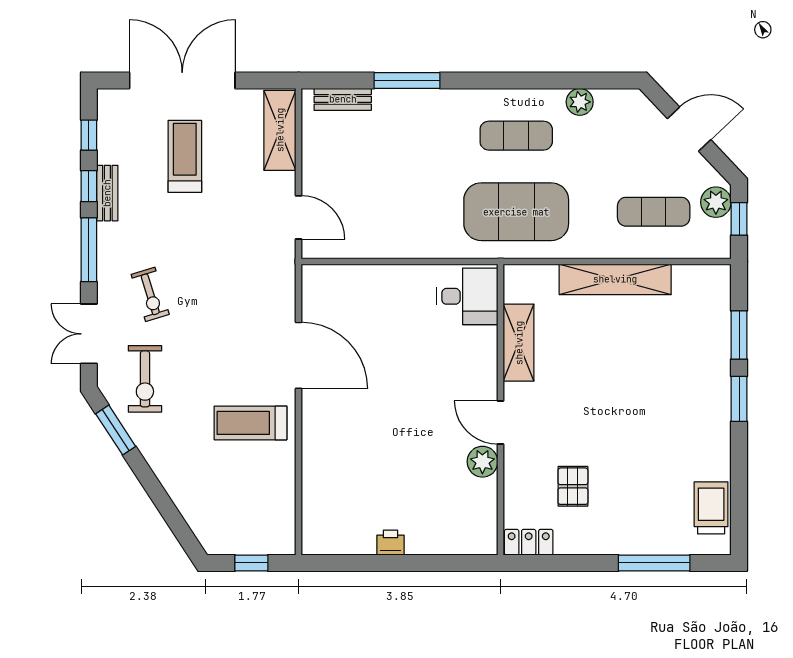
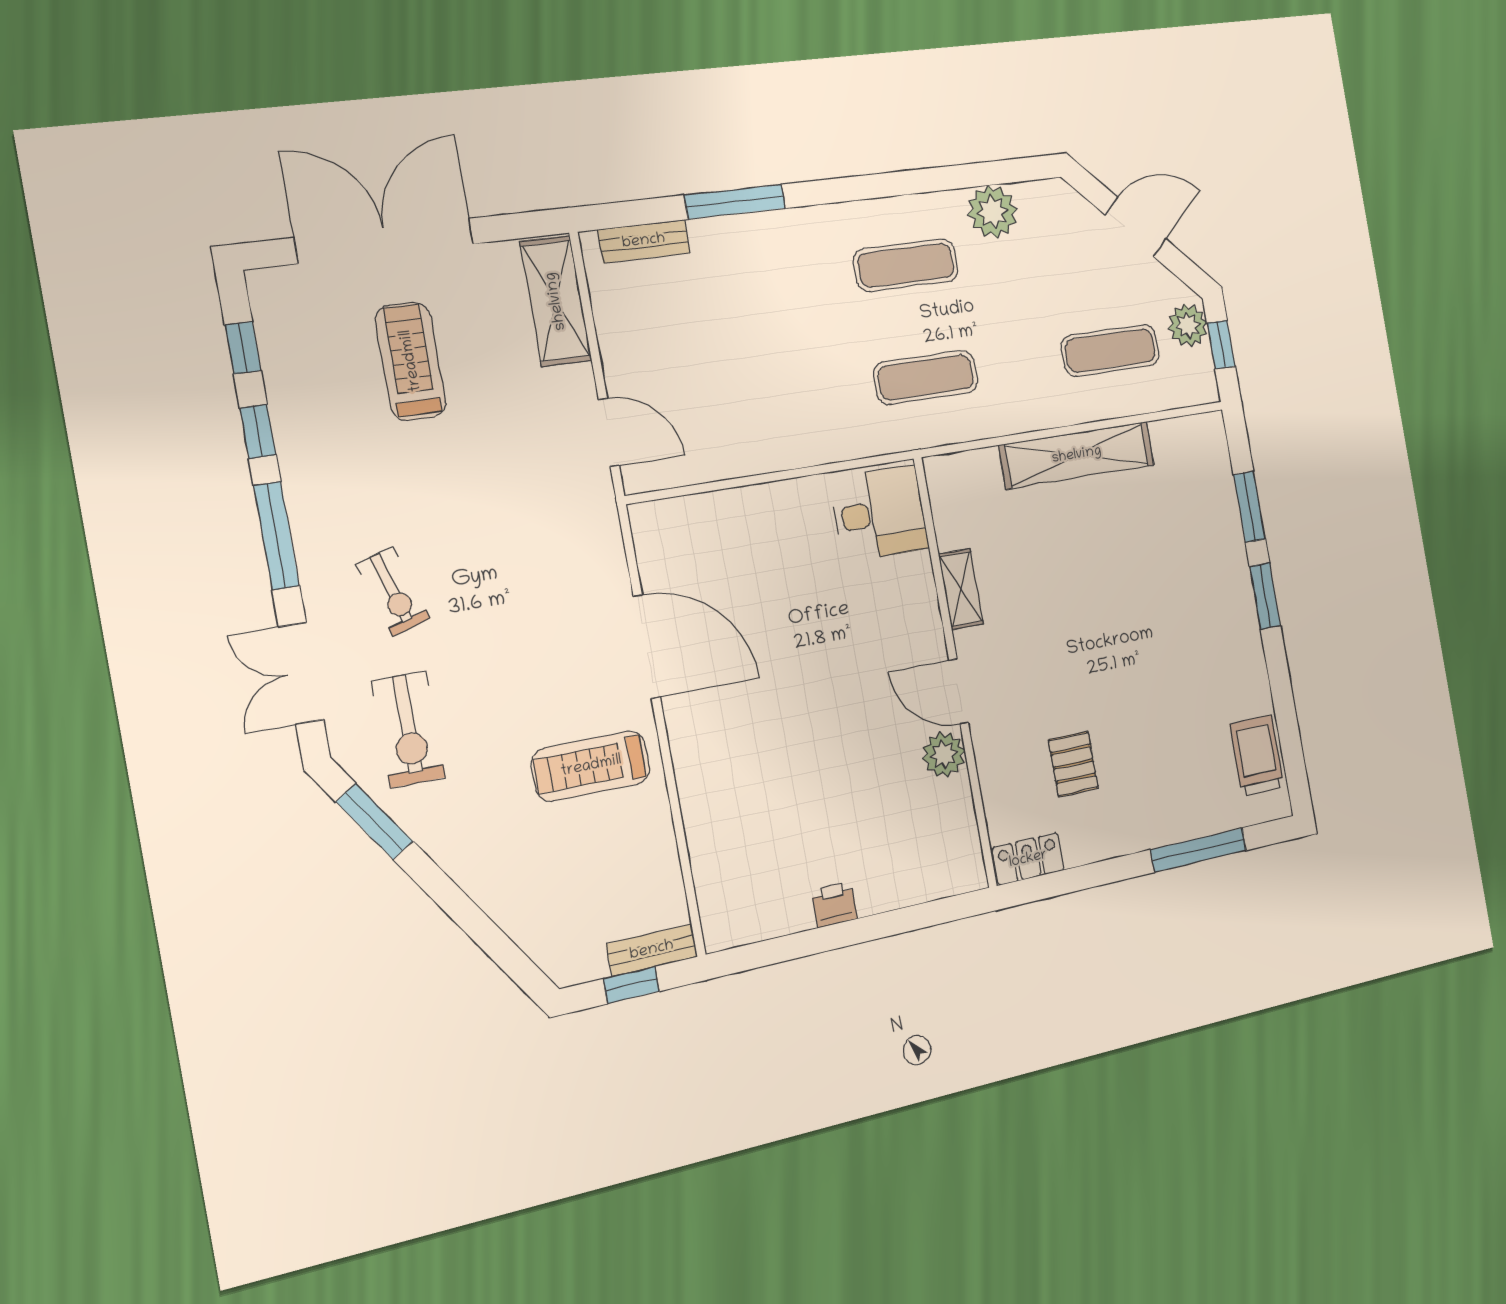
plant: (580, 102) -> (992, 212), width x1.36, depth x1.36
bench: (107, 193) -> (652, 950), moved, turned 90
exercise mat: (516, 212) -> (926, 377), width x0.50, depth x0.69
shelving: (519, 343) -> (961, 589), width x0.67, depth x0.75

